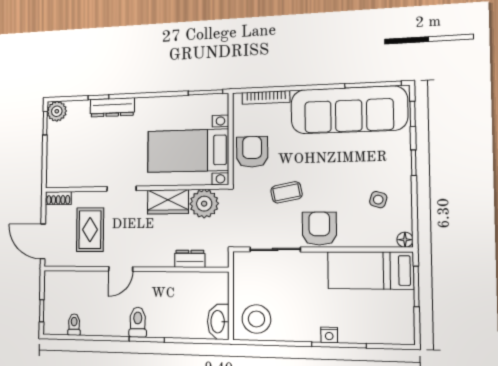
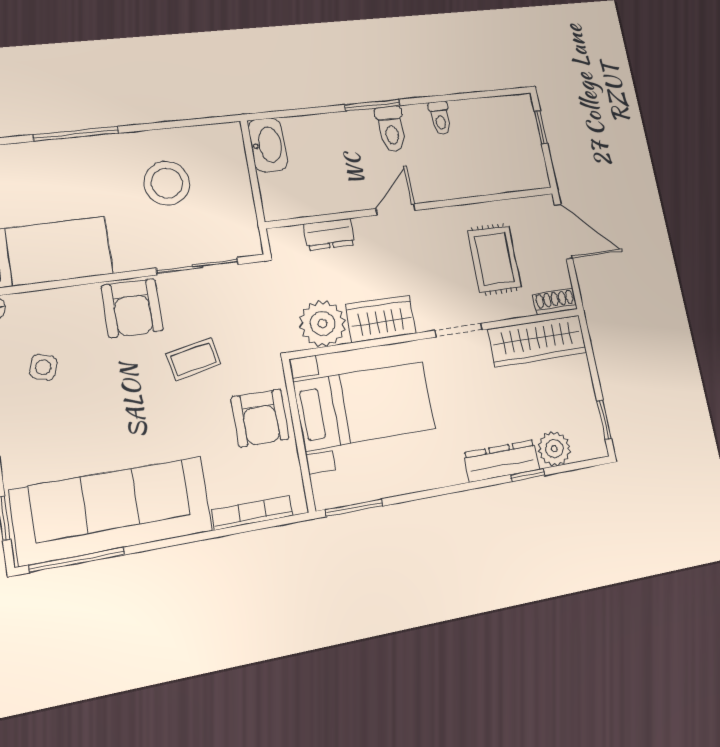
plant: (57, 111) -> (554, 449), moved
wardrobe: (75, 176) -> (537, 341), added
door: (121, 269) -> (396, 210), moved
stool: (256, 319) -> (167, 183), moved
toilet: (74, 325) -> (440, 118), moved
nightstand: (329, 335) -> (93, 147), removed

